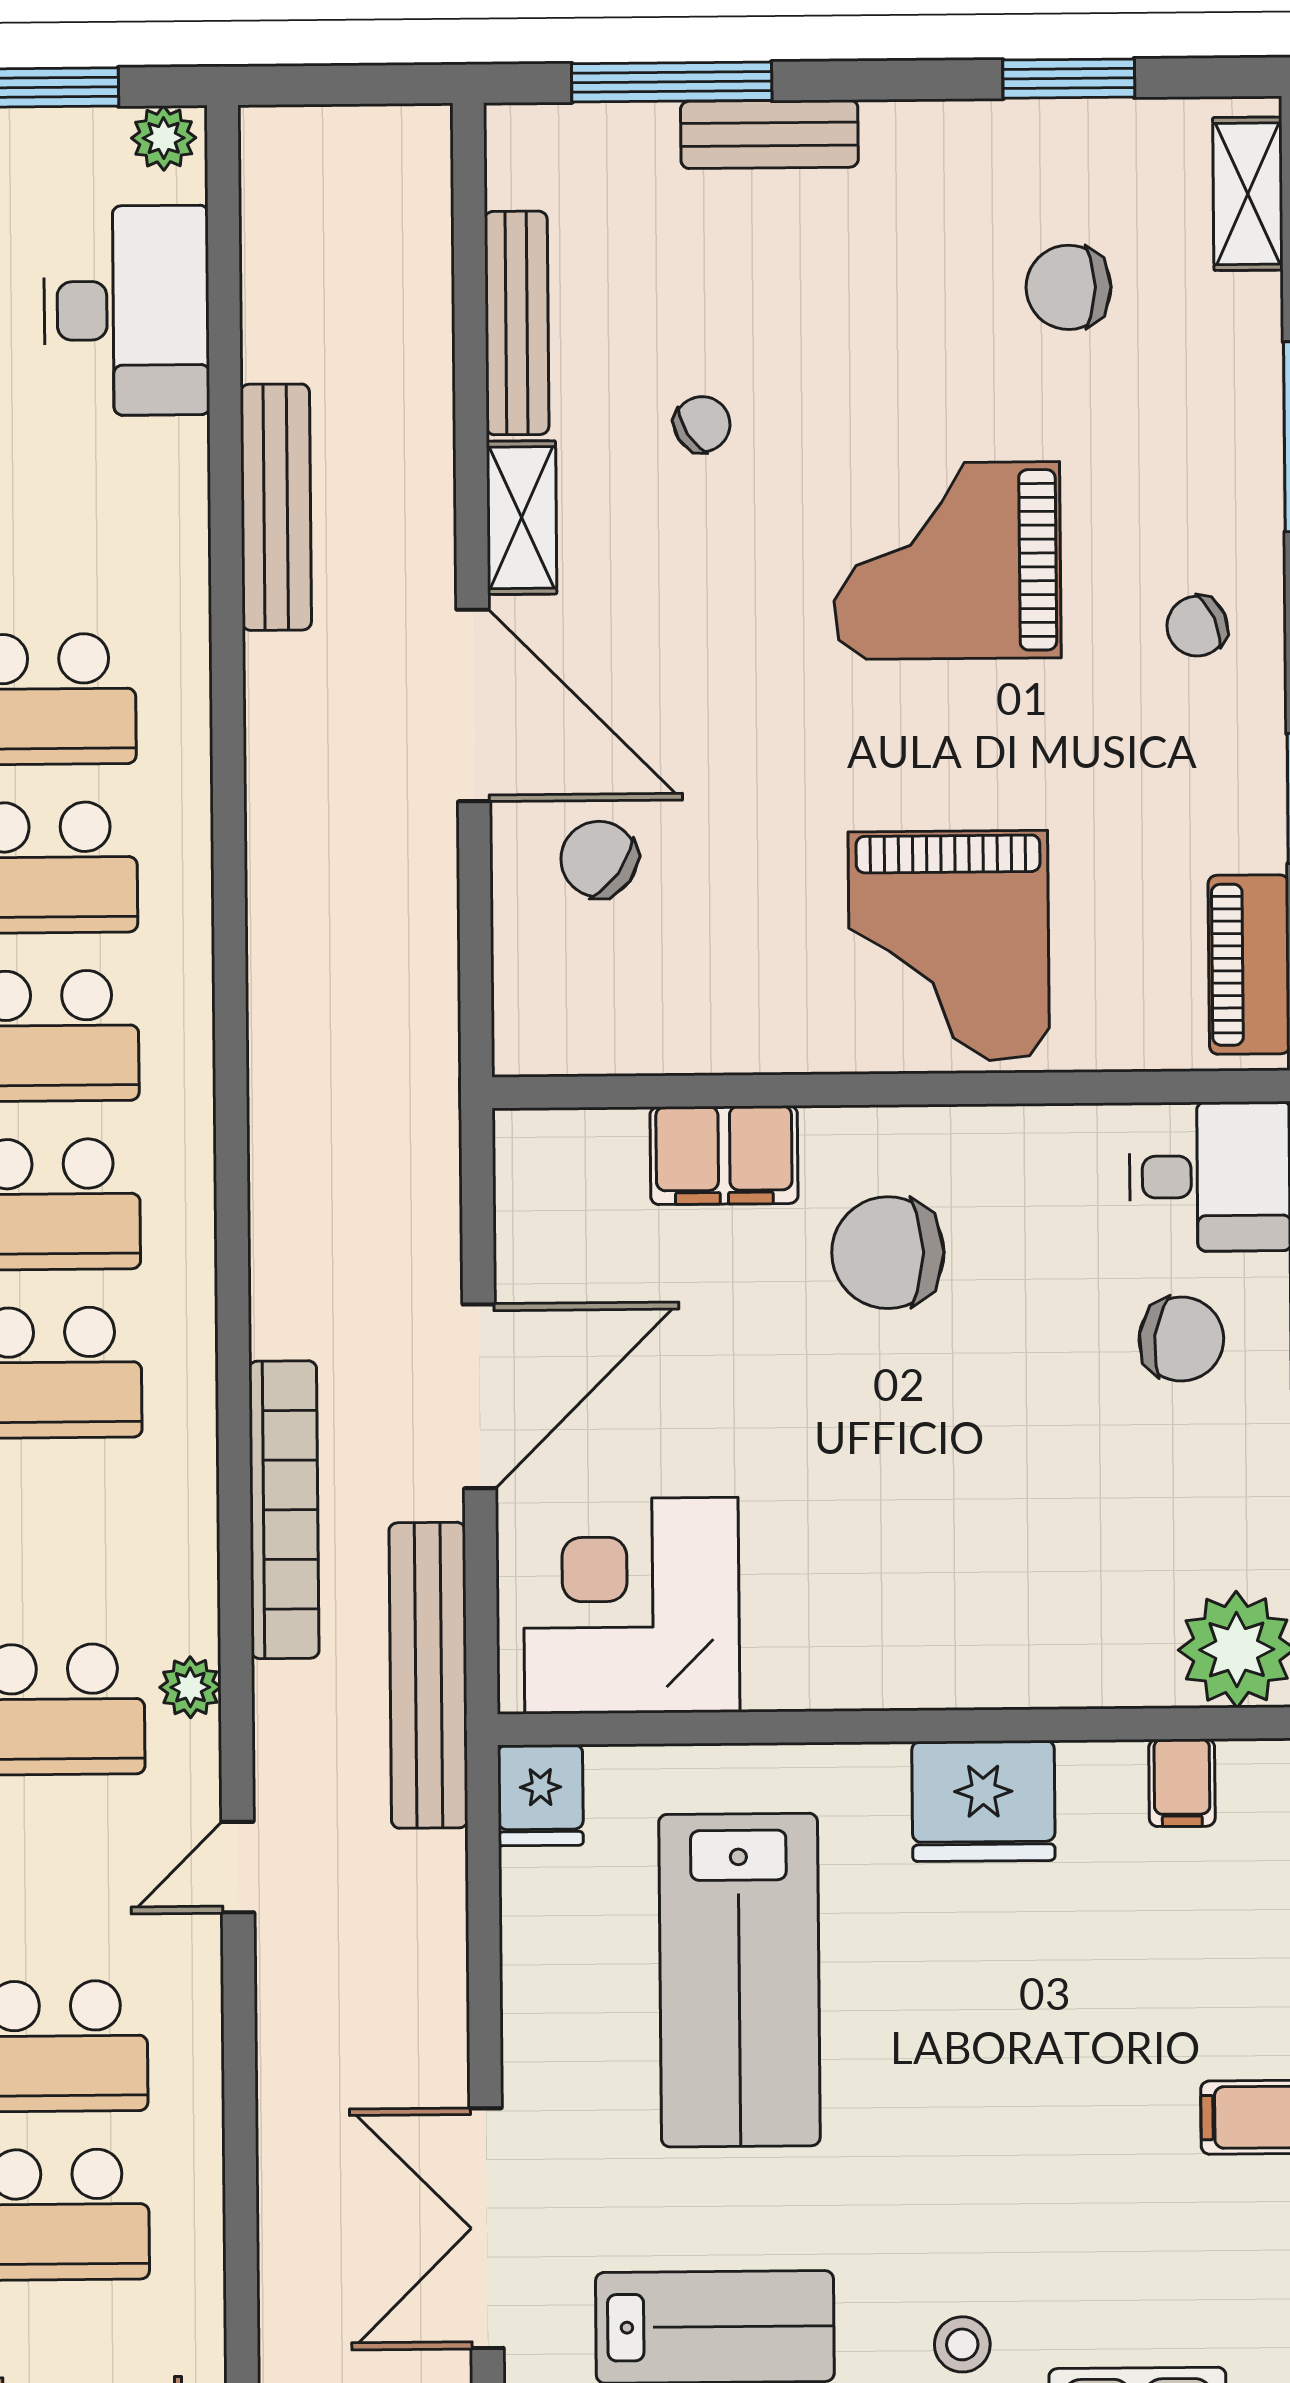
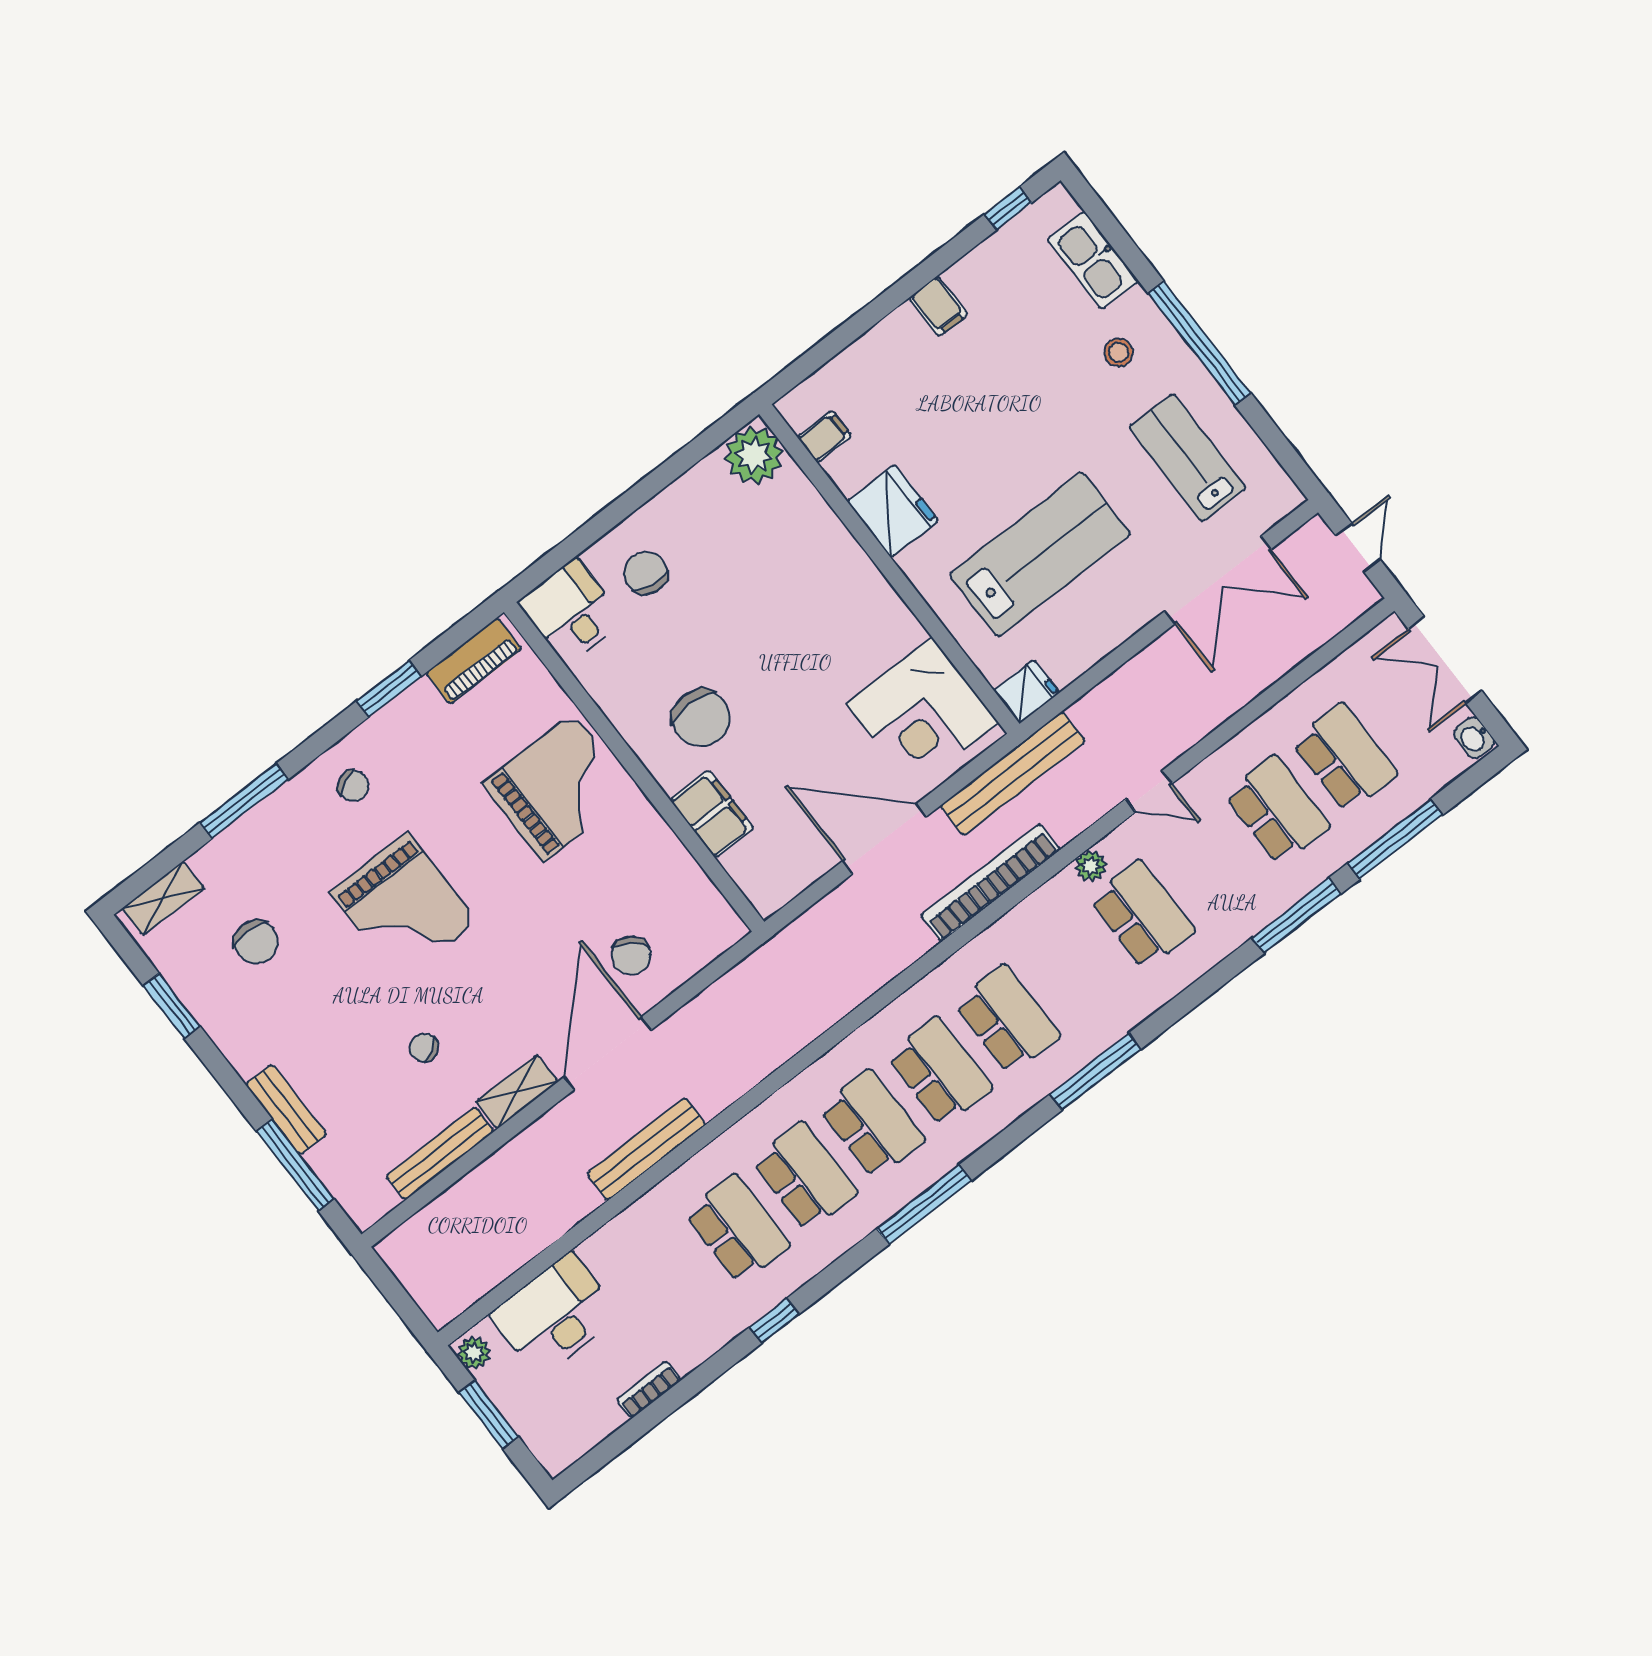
bench: (276, 507) -> (646, 1149), moved

